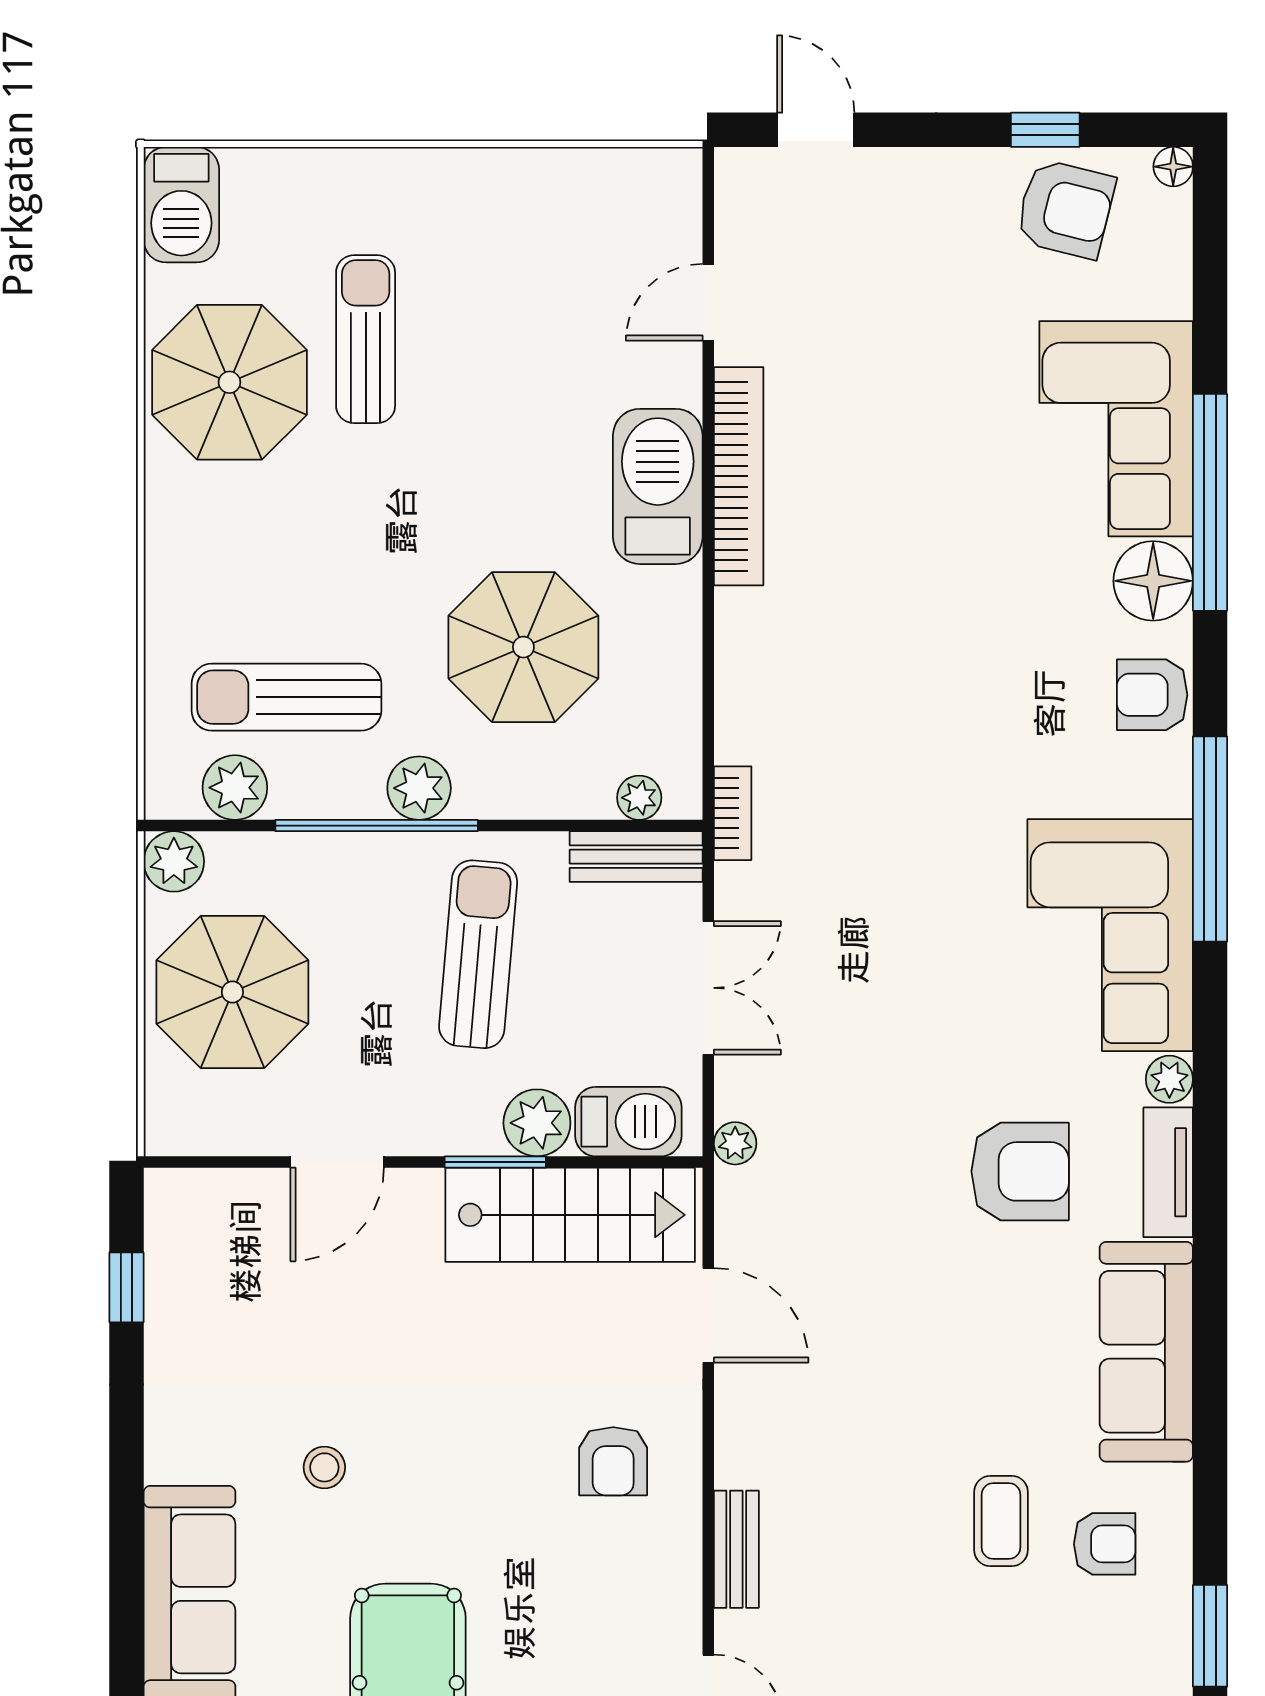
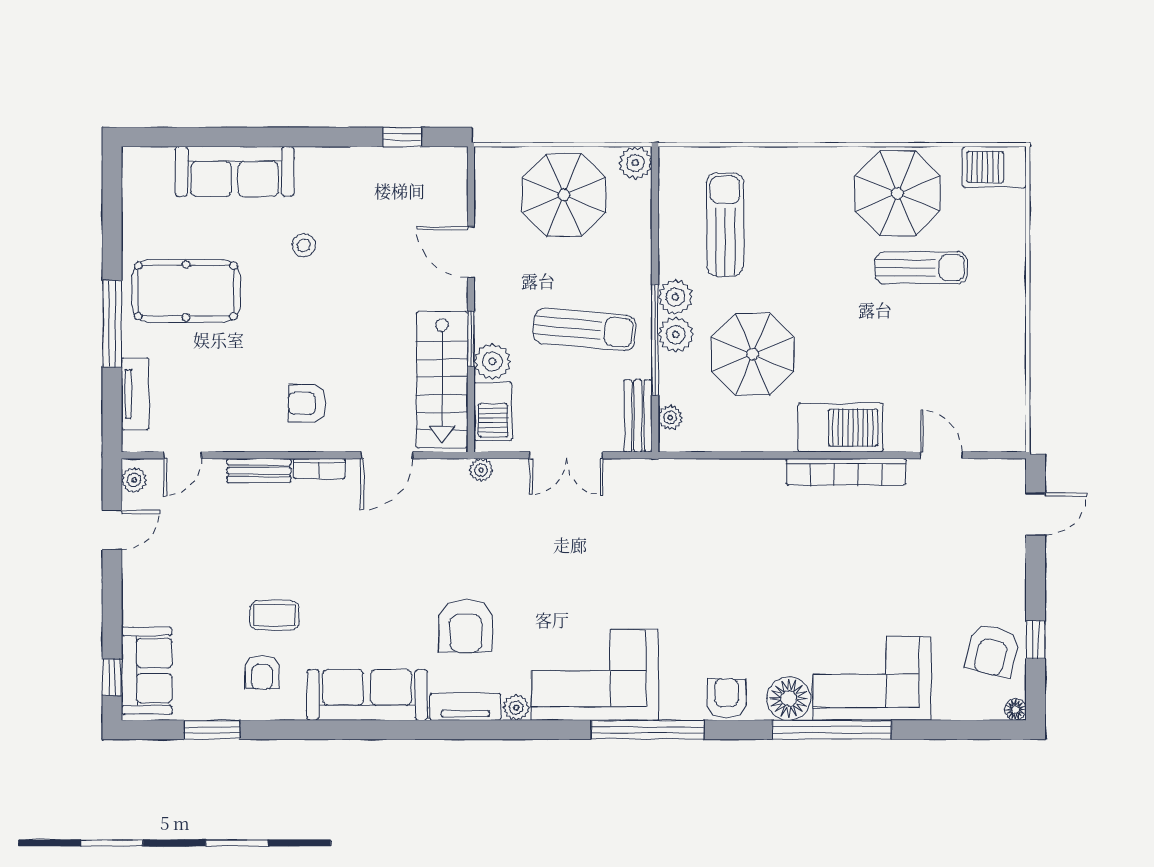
plant: (235, 788) -> (676, 335), moved
bookcase: (733, 813) -> (319, 469), moved
window: (377, 826) -> (655, 340), moved

